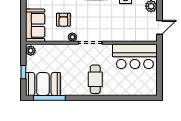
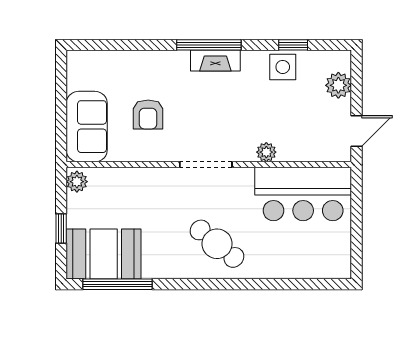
plant: (72, 37) -> (266, 152), moved
cafe table: (95, 79) -> (217, 244), turned -51

